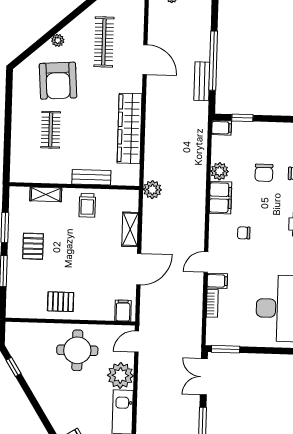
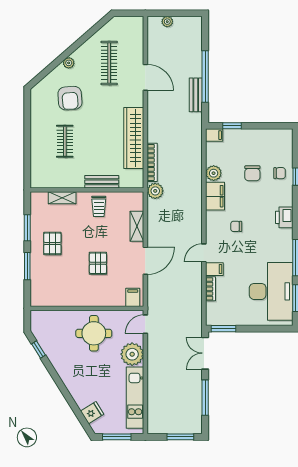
armchair: (58, 81) -> (70, 98), width x0.73, depth x0.73
bookcase: (150, 157) -> (152, 162), added
pallet: (61, 302) -> (98, 263), moved, turned 90

